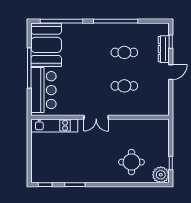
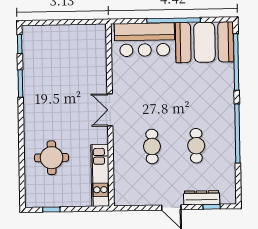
kitchen unit: (54, 125) -> (100, 175), moved
plant: (161, 175) -> (35, 197), removed

